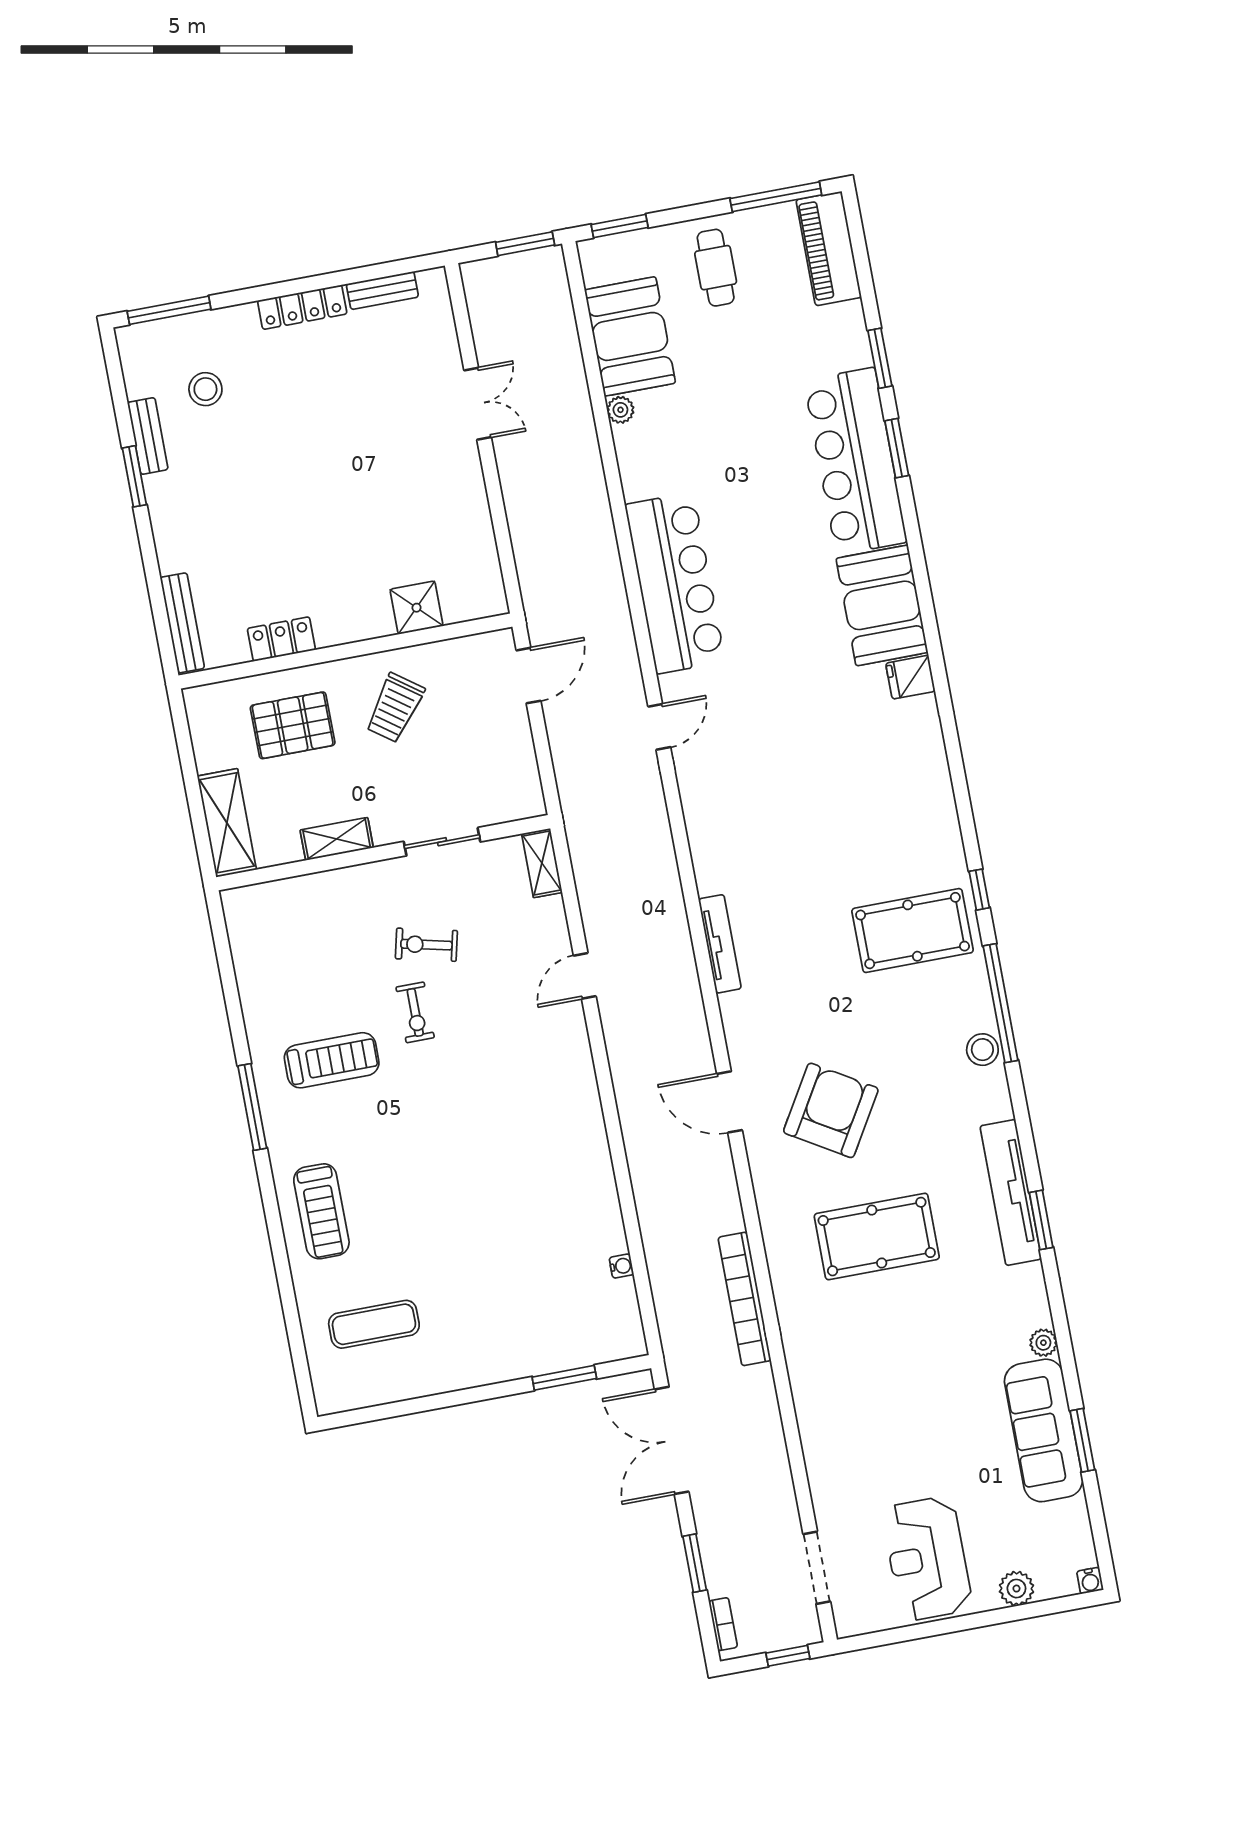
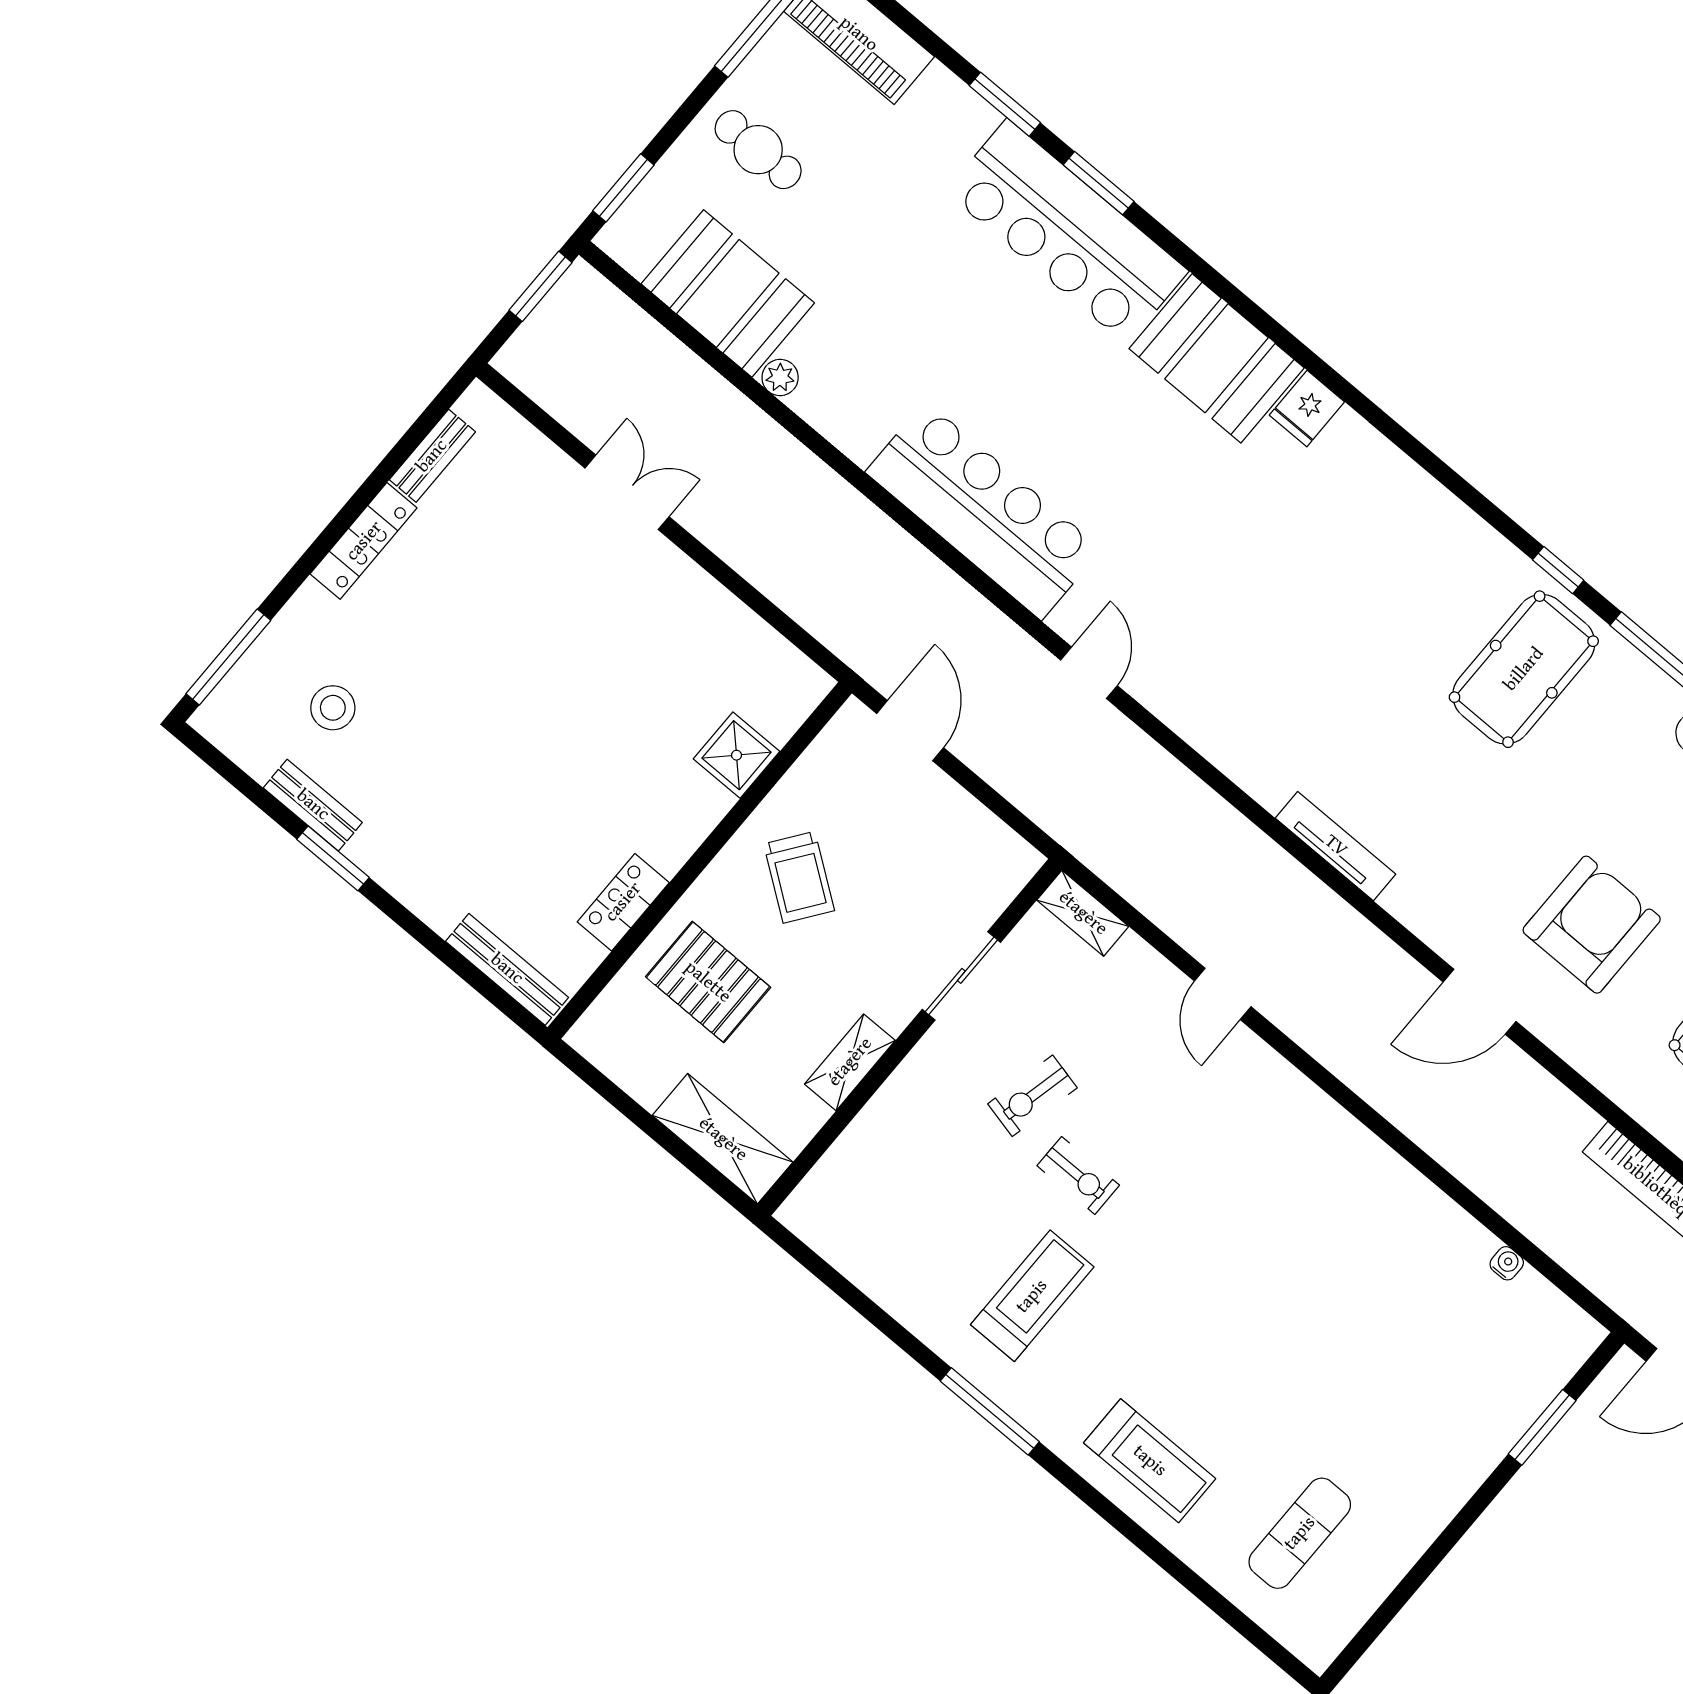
pallet: (293, 725) -> (708, 982), turned 90
armchair: (831, 1110) -> (1592, 925), turned 59

